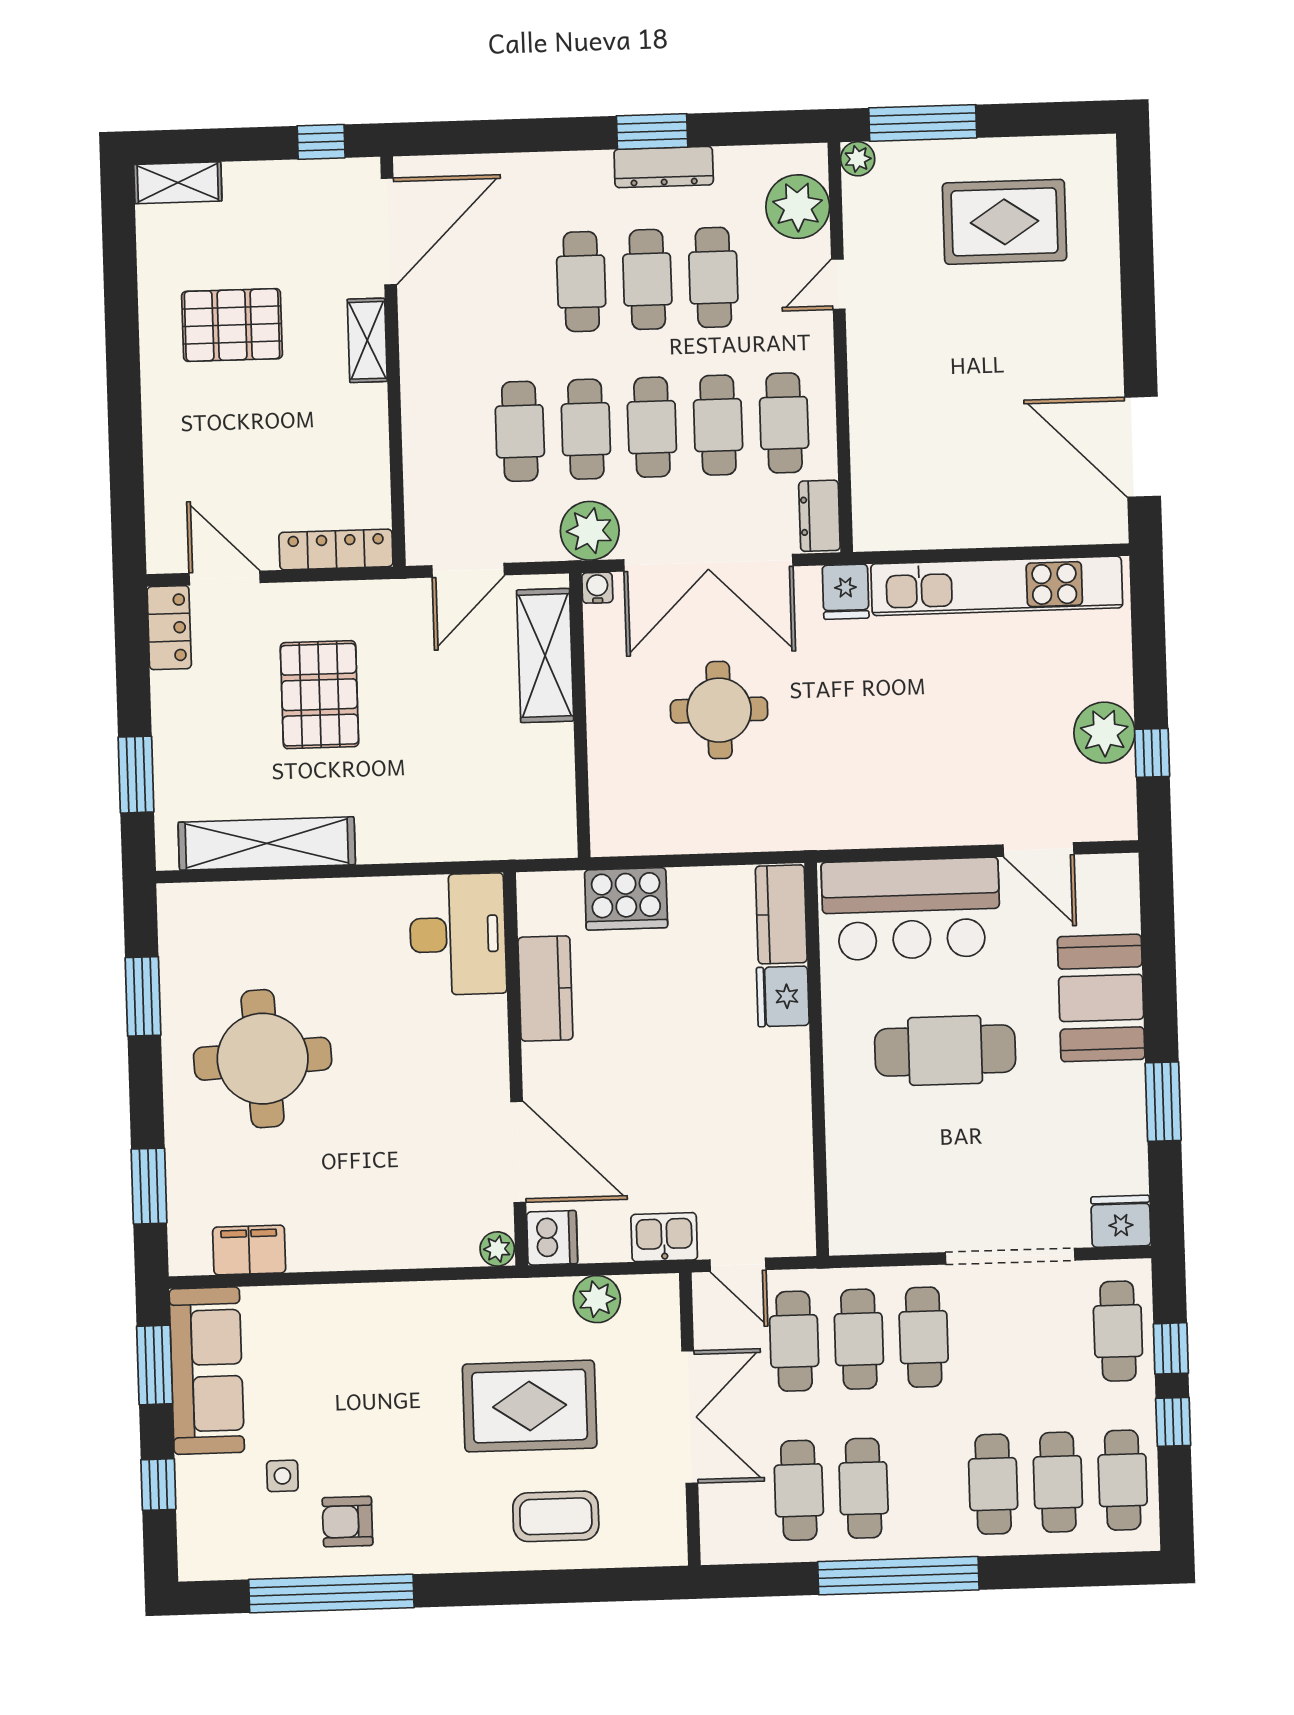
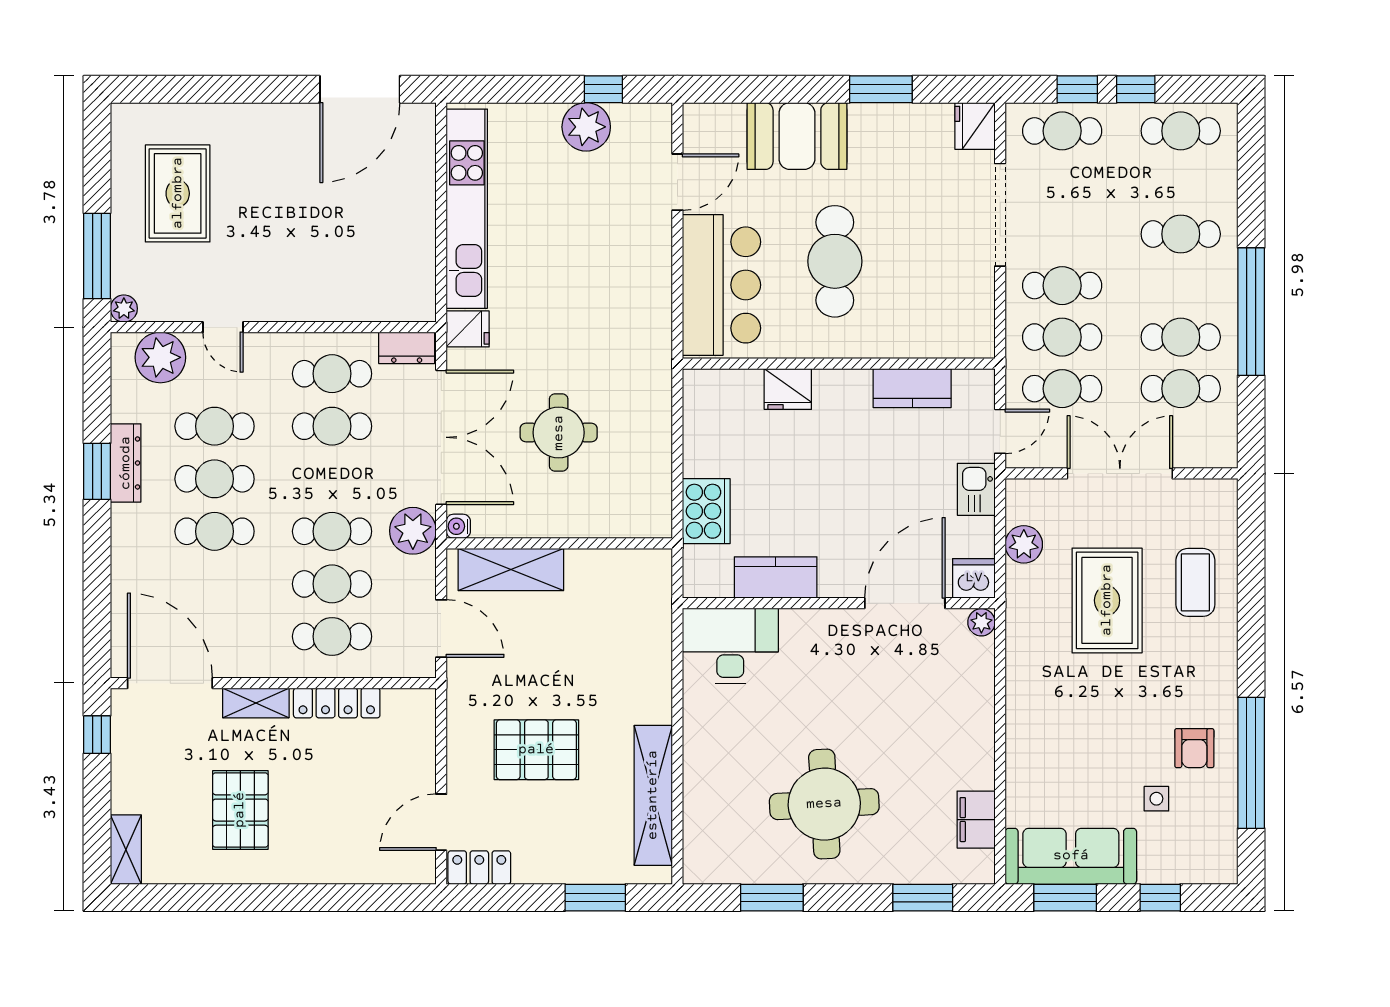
cafe table: (652, 427) -> (332, 636), moved
locker: (336, 549) -> (337, 703), moved, turned -90
kitchen counter: (781, 914) -> (912, 388), moved
cafe table: (1058, 1482) -> (1181, 182), removed

